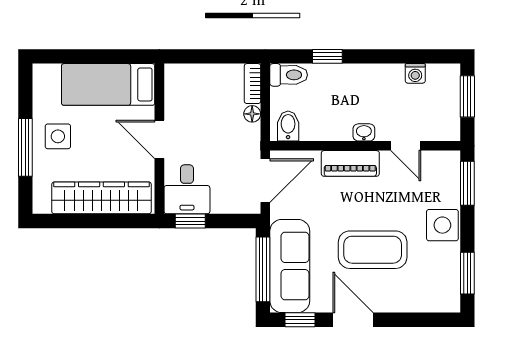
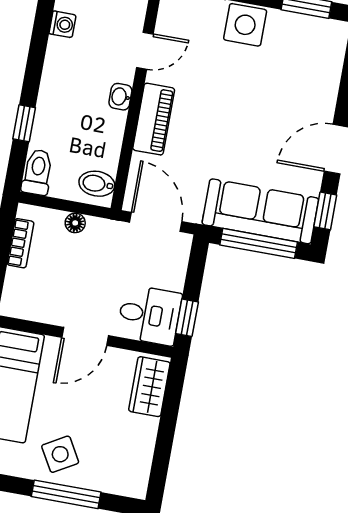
bookcase: (253, 84) -> (20, 243), moved, turned -90
side table: (58, 136) -> (60, 454), turned -30
wardrobe: (101, 198) -> (149, 387), width x0.48, depth x0.85
coffee table: (373, 250) -> (259, 111), removed

